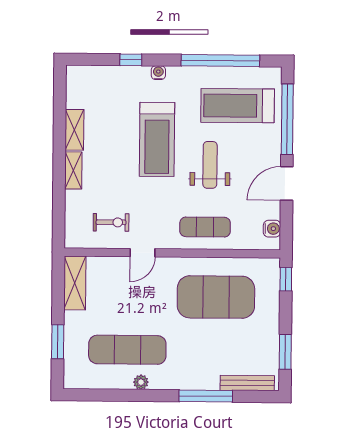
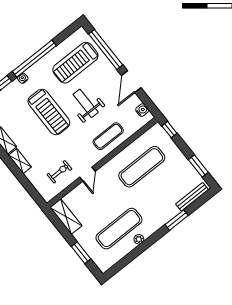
window: (220, 60) -> (34, 59), moved
exercise mat: (216, 297) -> (142, 167), width x0.68
window: (206, 396) -> (177, 220), width x0.69

